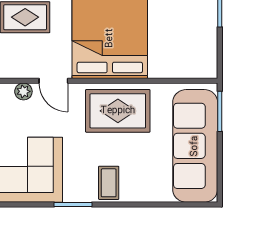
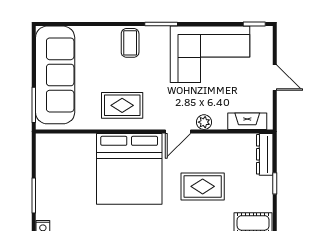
door: (53, 81) -> (178, 131), swing flipped
rug: (118, 111) -> (122, 105), width x0.73, depth x0.70

